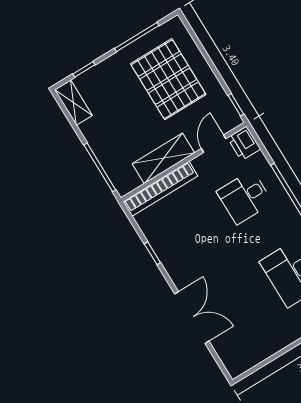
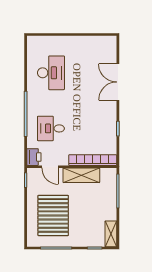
door: (214, 144) -> (50, 167), hinge flipped
desk: (245, 197) -> (51, 128), turned 180

